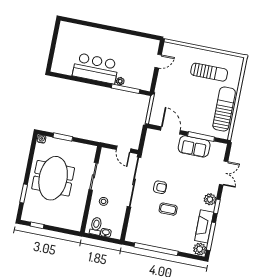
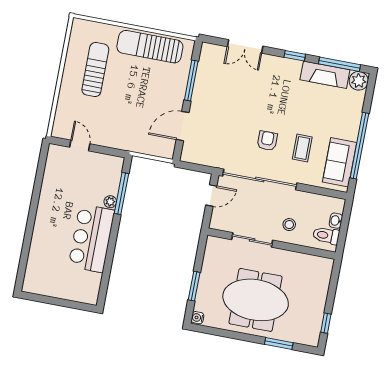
sofa: (194, 146) -> (340, 162), moved, turned 180
double door: (224, 173) -> (245, 46), swing flipped
plant: (210, 199) -> (284, 66), removed
coffee table: (168, 209) -> (302, 148), moved

